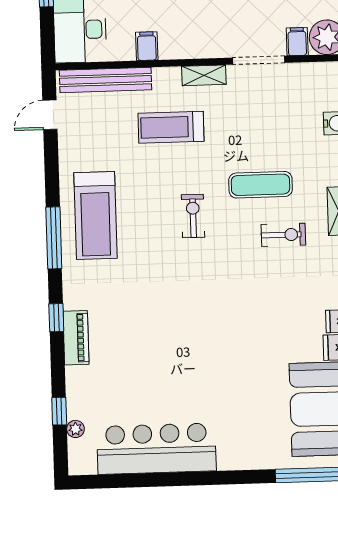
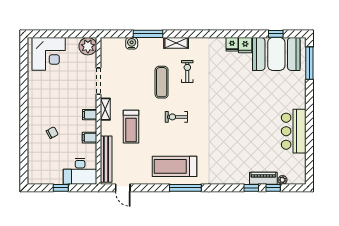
filing cabinet: (297, 42) -> (90, 115), moved
treadmill: (95, 216) -> (175, 166), turned 180
window: (56, 318) -> (251, 188), moved
piano: (76, 338) -> (263, 178), moved
bar counter: (156, 449) -> (294, 131), width x0.73

